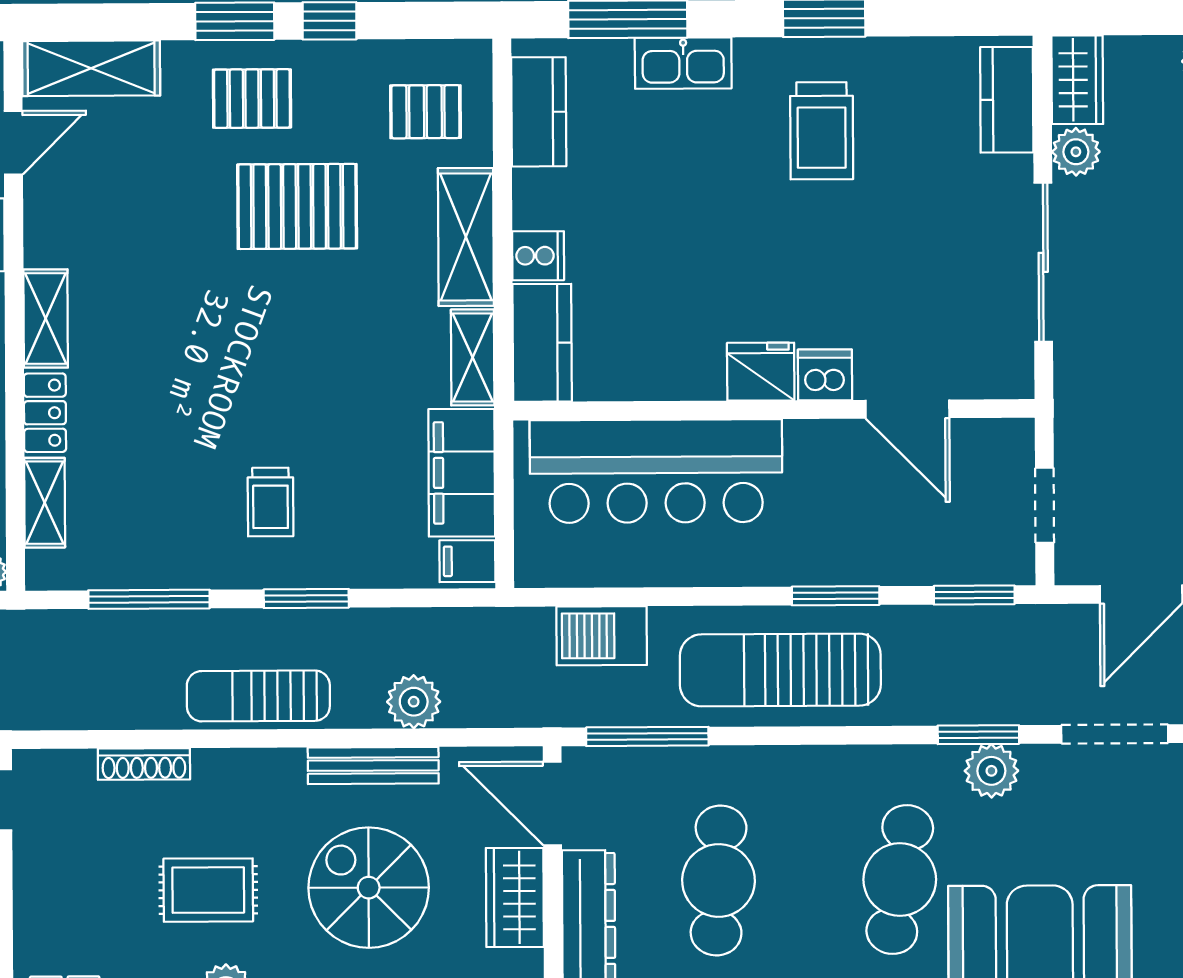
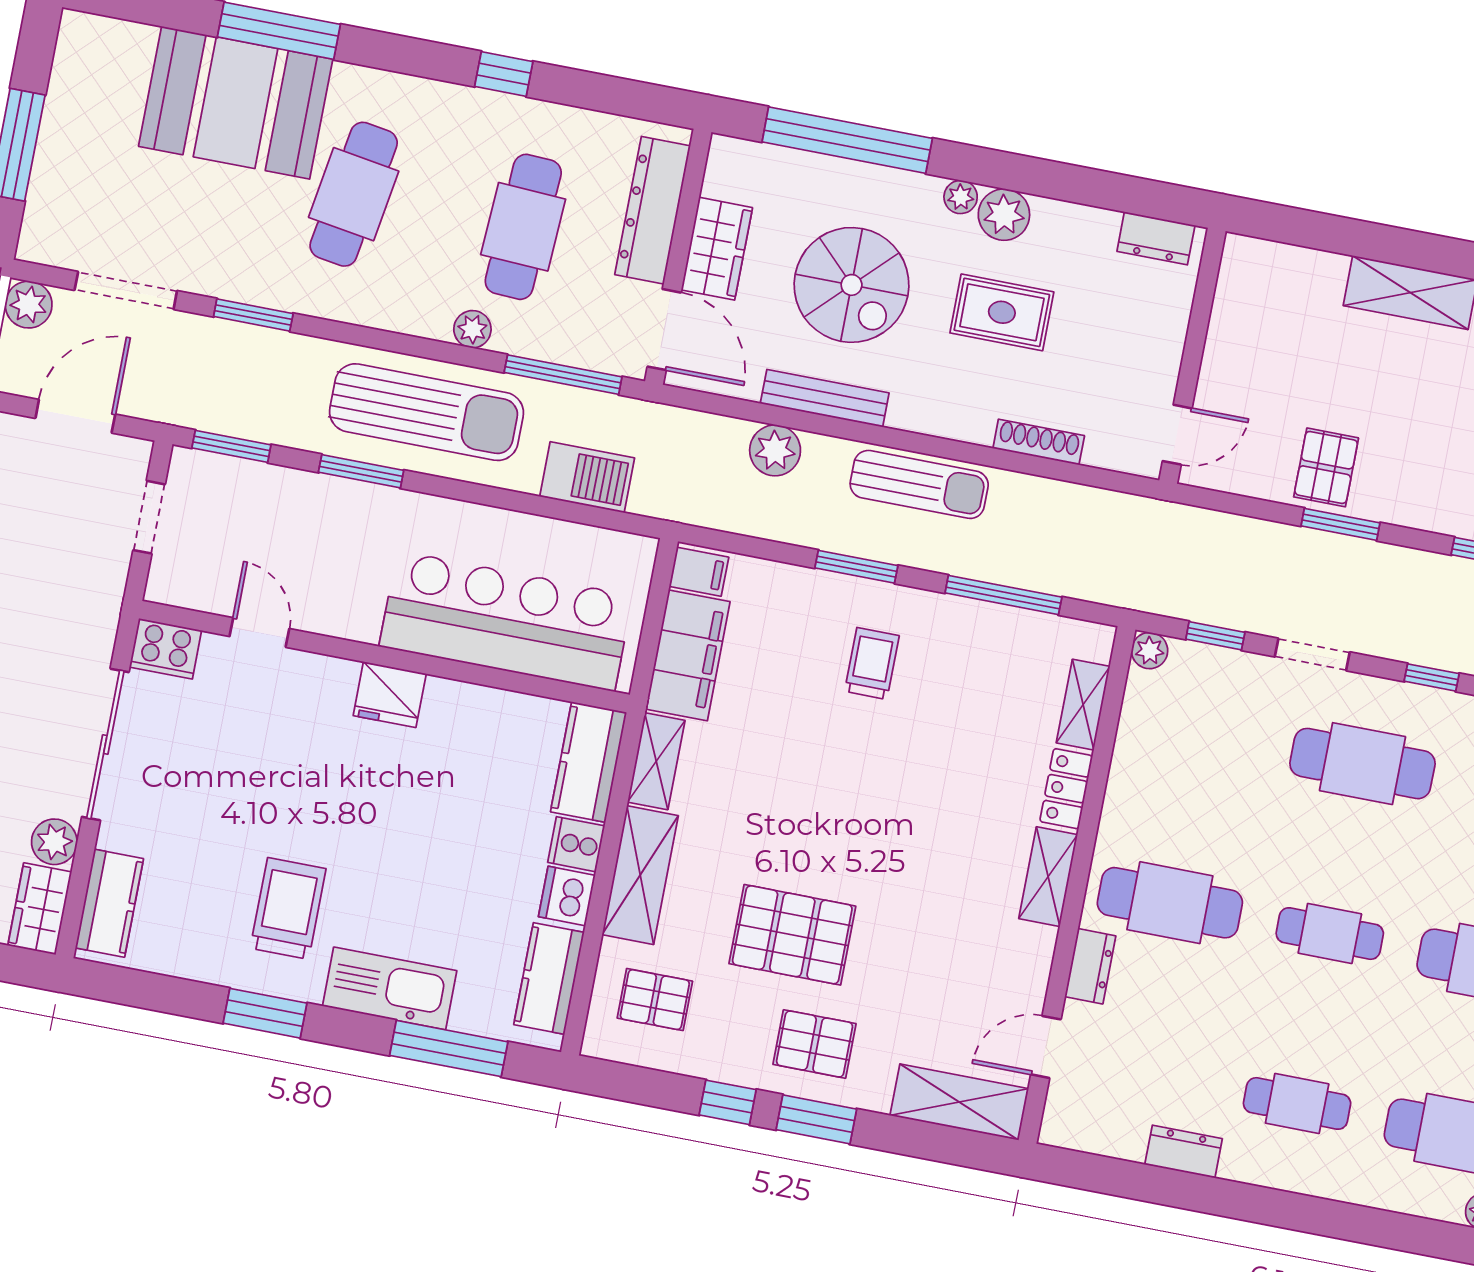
kitchen sink: (683, 63) -> (390, 988), width x1.36, depth x1.24
cooker: (1001, 373) -> (165, 649), added
dishwasher: (825, 375) -> (567, 896), moved, turned 90
door: (907, 409) -> (259, 632), width x0.73
plant: (991, 771) -> (472, 329), moved, width x0.73, depth x0.73

